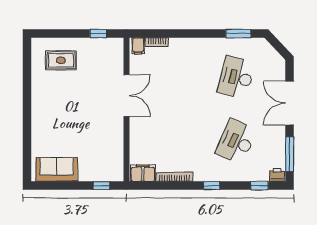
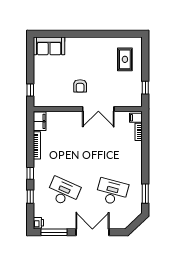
armchair: (96, 120) -> (80, 86), added
sofa: (57, 169) -> (49, 46), moved, turned 90
window: (259, 186) -> (30, 197), moved

